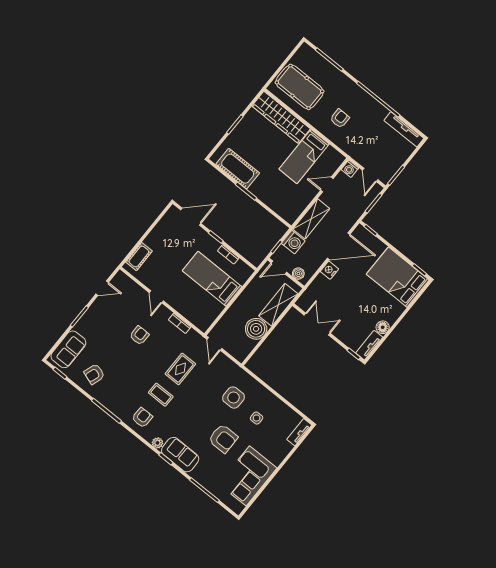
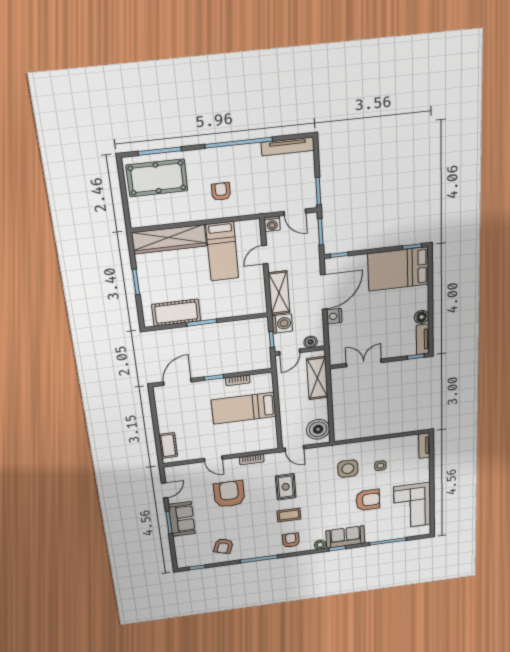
pool table: (300, 87) -> (157, 178), moved
boiler: (256, 329) -> (318, 429), moved
armchair: (139, 335) -> (229, 494), width x1.88, depth x1.88
sofa: (68, 349) -> (182, 519), moved

